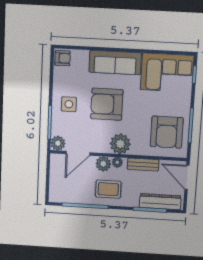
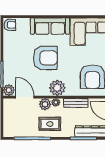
side table: (69, 104) -> (16, 60), removed
armchair: (107, 104) -> (45, 58), turned 180
door: (78, 153) -> (25, 97), swing flipped

